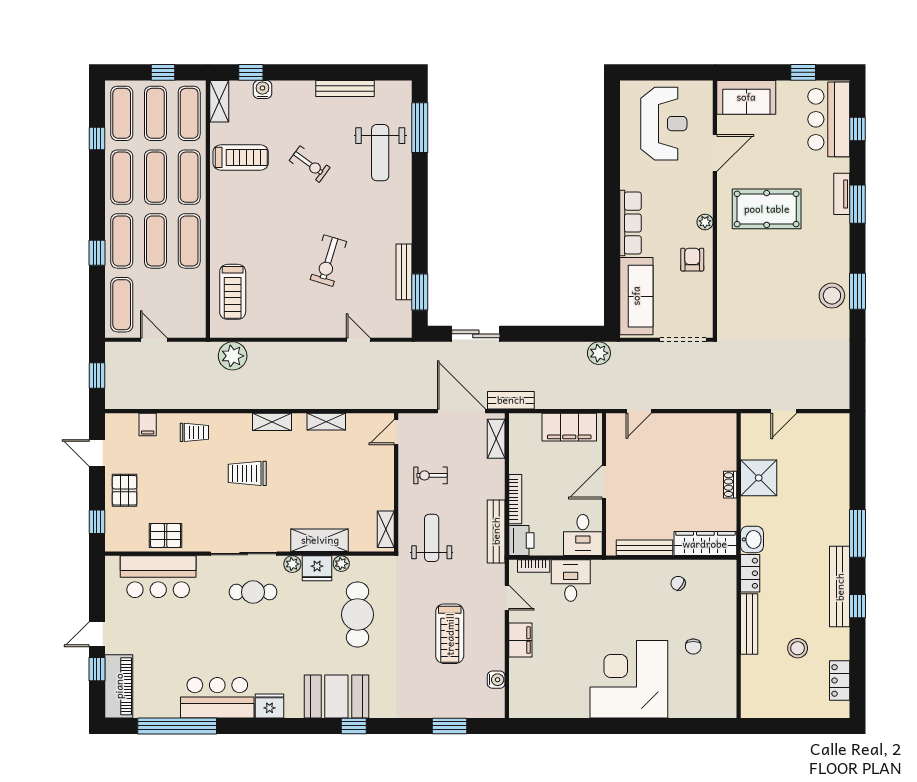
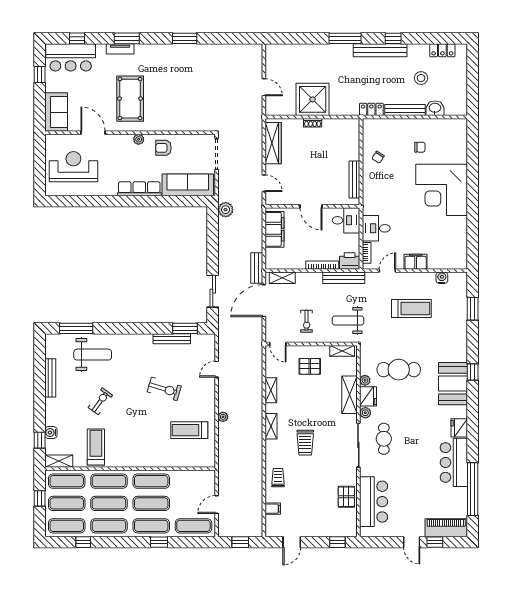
treadmill: (233, 292) -> (189, 430), moved, turned 180
stool: (832, 296) -> (187, 55), removed
plant: (233, 356) -> (223, 417), moved, width x0.53, depth x0.53
shower: (759, 478) -> (313, 99), width x1.37, depth x1.37
pallet: (125, 490) -> (310, 366), moved
washbasin: (752, 539) -> (435, 108), moved
wardrobe: (705, 544) -> (273, 143), moved, turned 180

